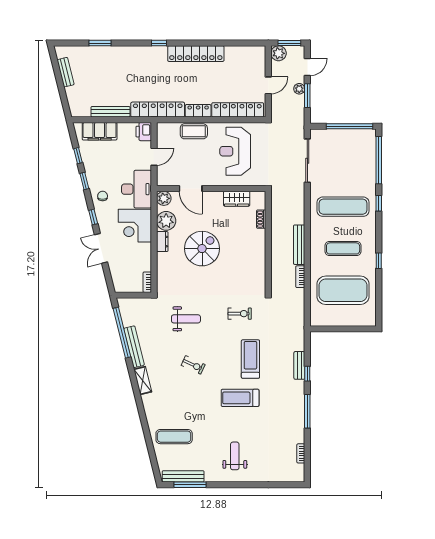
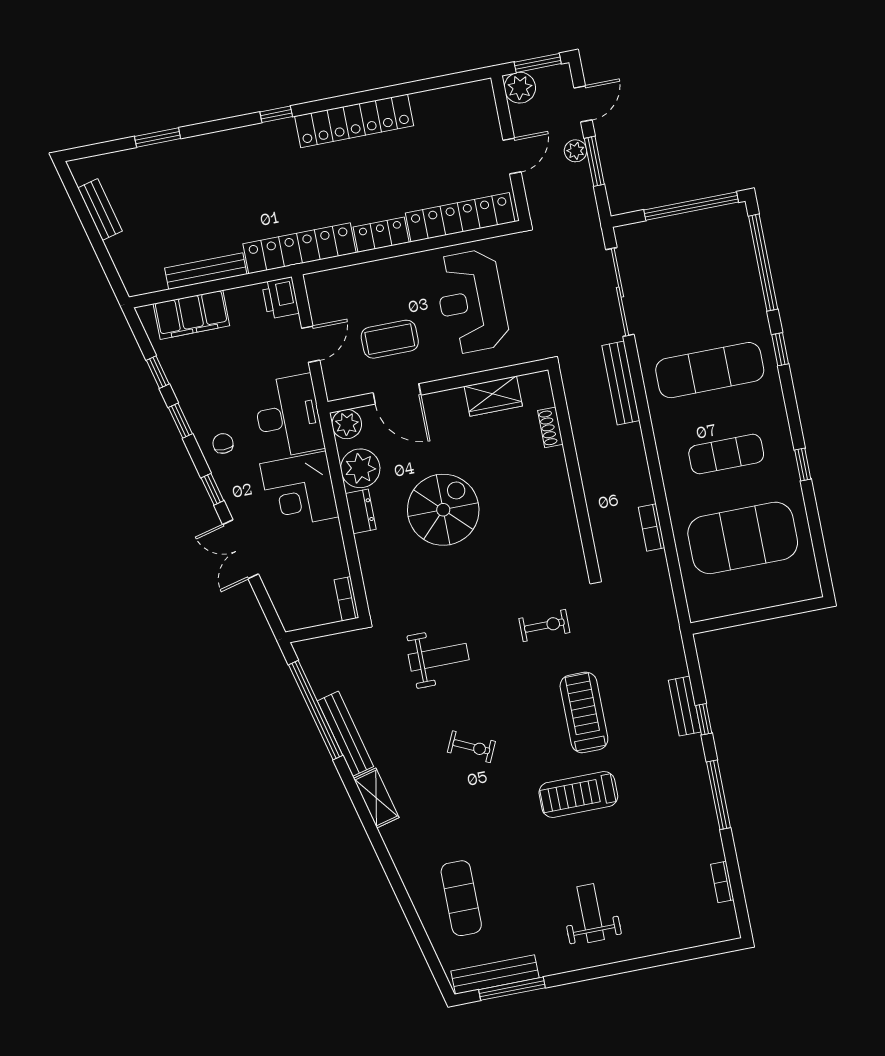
coffee table: (194, 131) -> (390, 339), moved
bench: (299, 245) -> (621, 383), moved
exercise mat: (174, 437) -> (461, 898), turned 90

